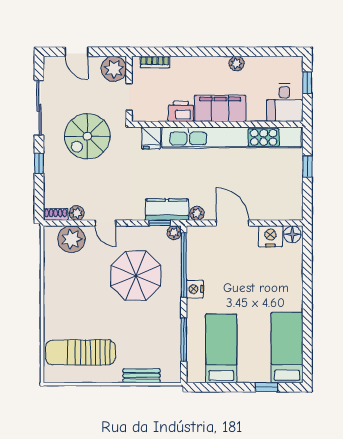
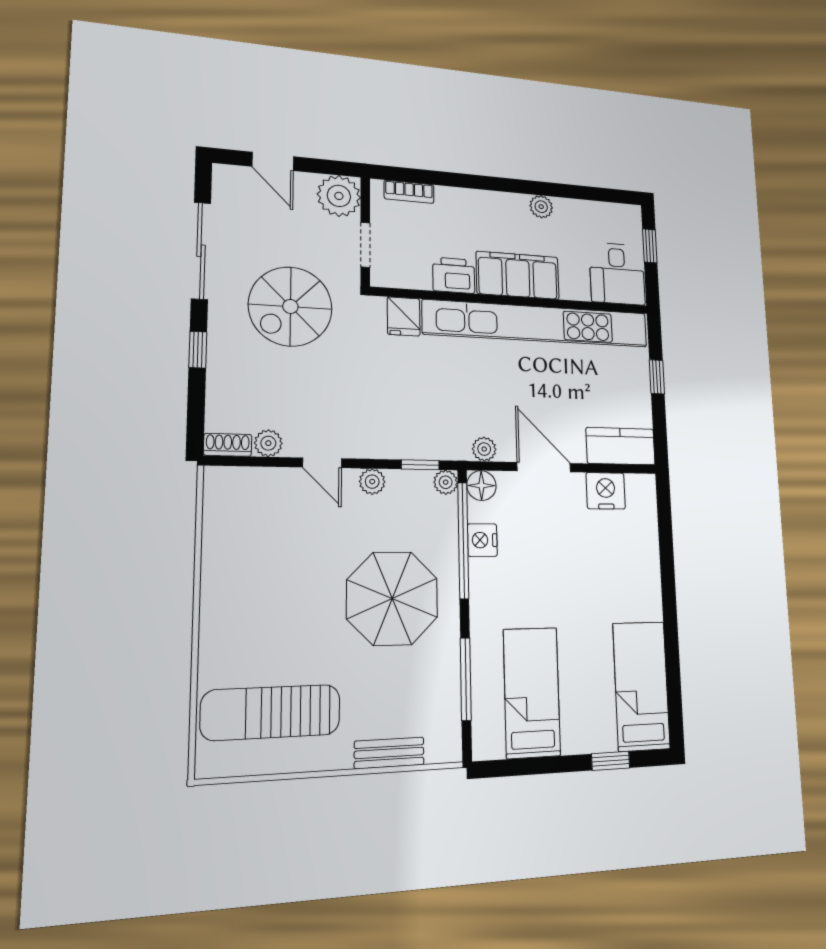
kitchen counter: (167, 210) -> (621, 446), moved
floor lamp: (292, 234) -> (481, 486), moved
plant: (71, 239) -> (372, 482), moved, width x0.53, depth x0.53
parasol: (136, 276) -> (392, 598), moved
nightstand: (195, 289) -> (482, 540), moved

